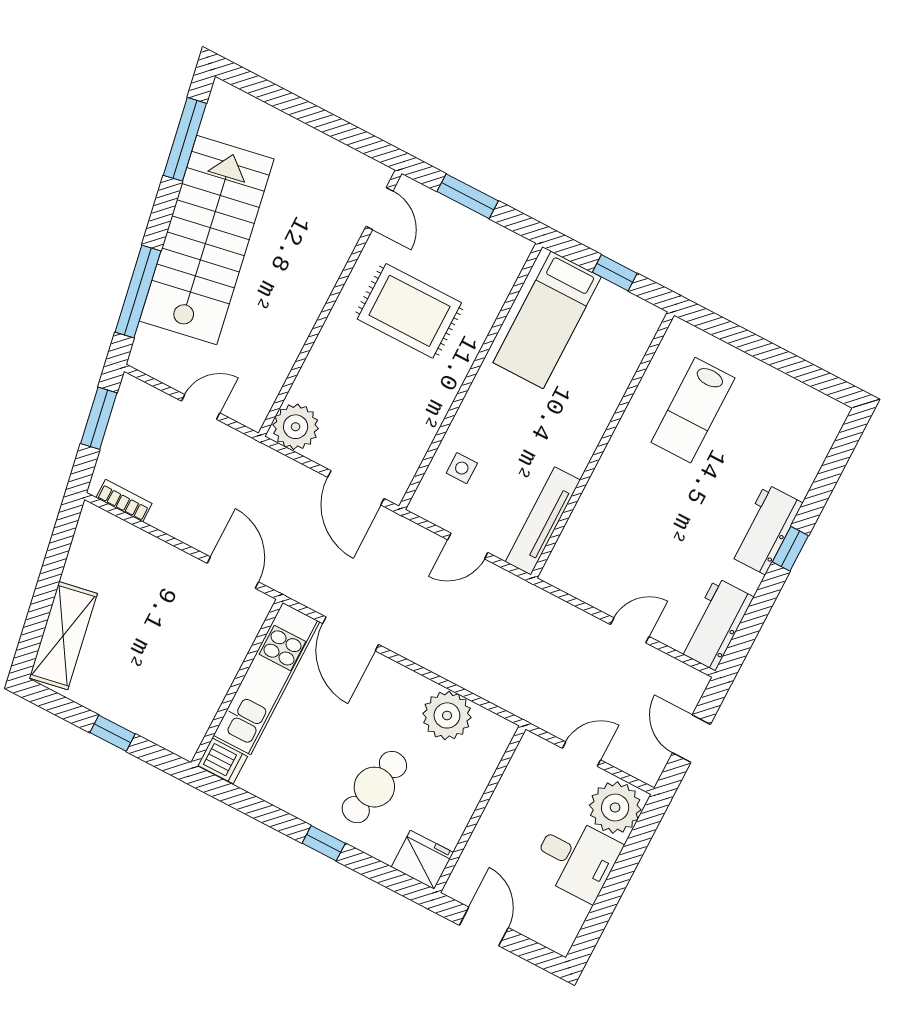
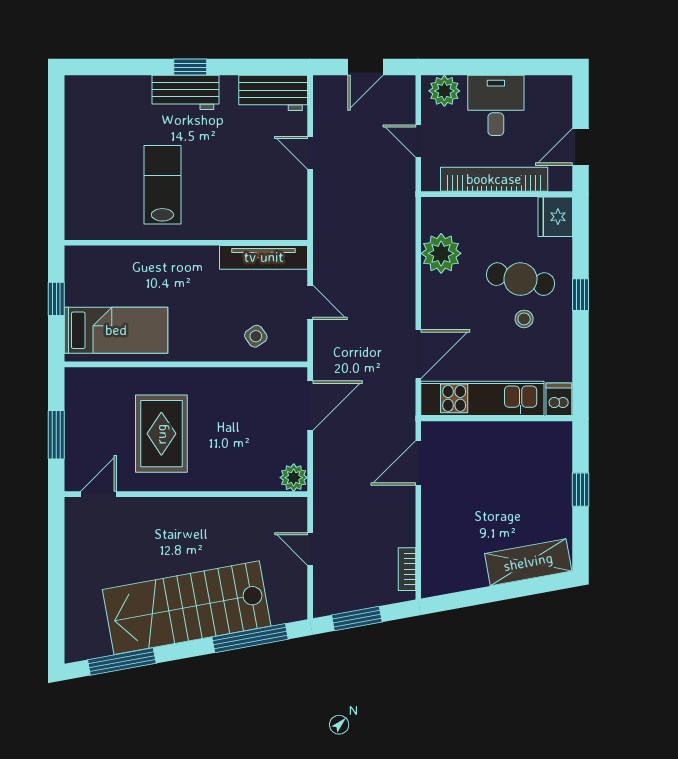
lab bench: (693, 410) -> (162, 185), moved, turned -90
plant: (296, 427) -> (294, 478), width x0.73, depth x0.73
side table: (462, 468) -> (256, 336), turned -35
stool: (329, 768) -> (524, 319), added
plant: (615, 808) -> (444, 91), width x0.73, depth x0.73
bookcase: (497, 815) -> (494, 179), added

